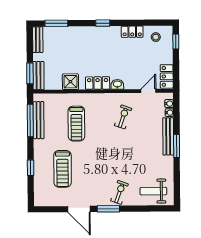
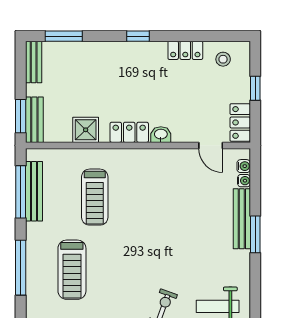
window: (176, 42) -> (255, 88), moved
door: (148, 91) -> (211, 146), swing flipped
exercise bike: (123, 117) -> (170, 187), removed
window: (31, 168) -> (21, 268), width x2.17

